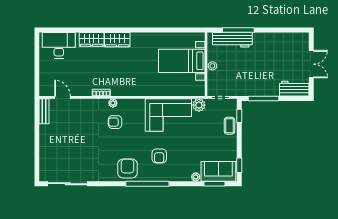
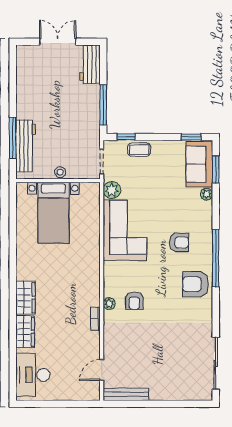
bench: (44, 111) -> (126, 394), width x1.36

